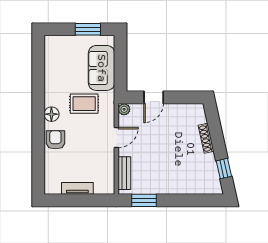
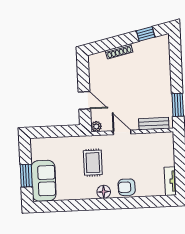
window: (88, 29) -> (26, 176), moved
sofa: (101, 68) -> (44, 181), moved, turned -90
tv unit: (77, 188) -> (170, 181), moved

